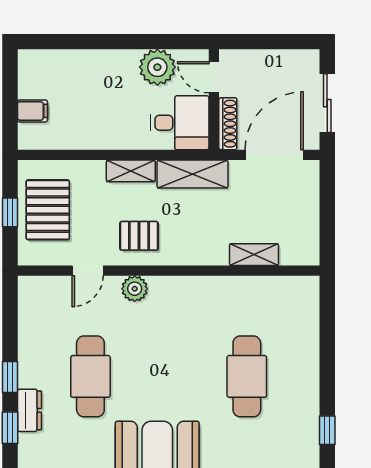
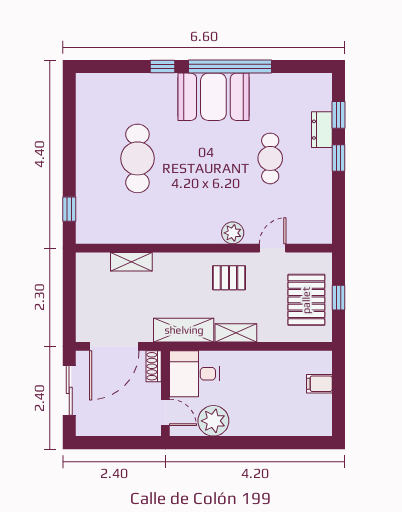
shoe rack: (228, 124) -> (154, 366), width x0.70
cafe table: (90, 376) -> (270, 158), width x0.73, depth x0.74
window: (327, 430) -> (69, 209), moved

